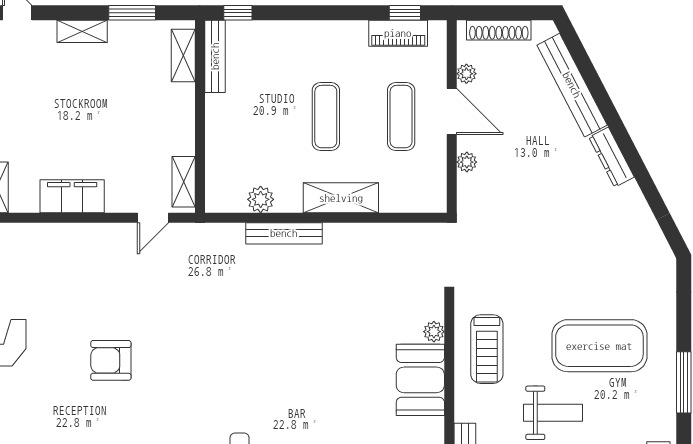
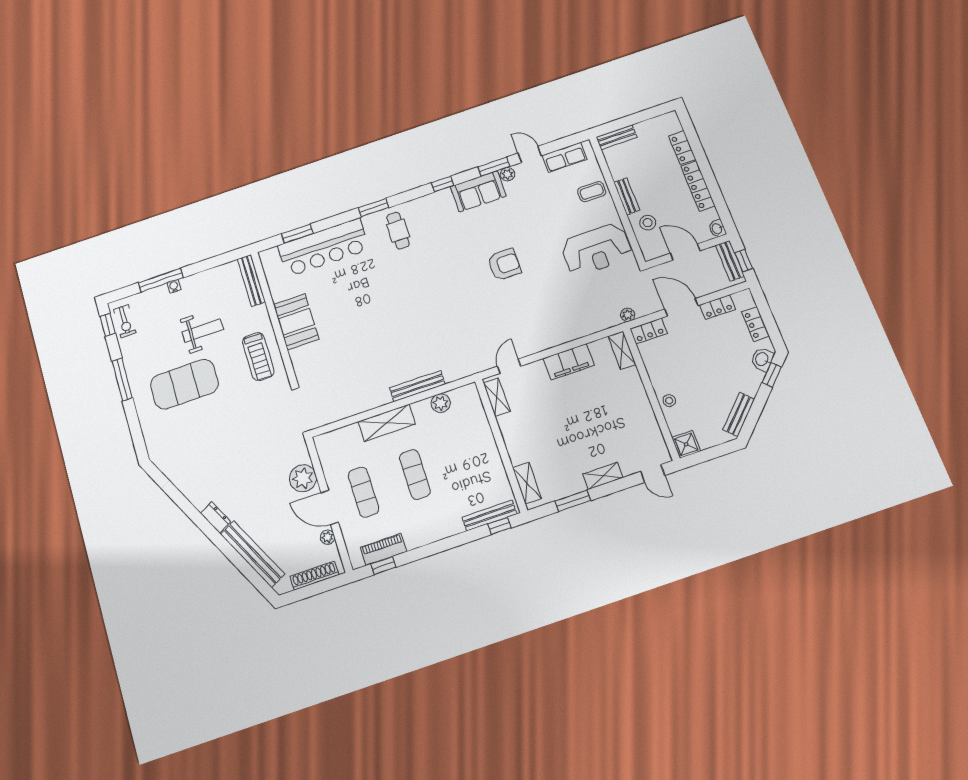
bench: (215, 56) -> (489, 516), moved, turned 90
dresser: (611, 157) -> (216, 518), width x0.70
plant: (467, 162) -> (303, 478), width x1.88, depth x1.88
plant: (434, 332) -> (297, 356), removed
treadmill: (487, 349) -> (258, 356), turned 180
weight bench: (553, 413) -> (203, 330), turned 180

